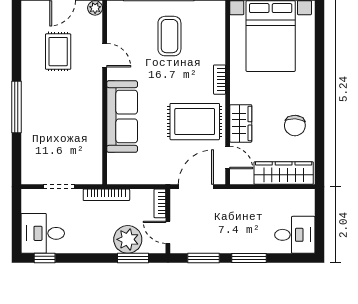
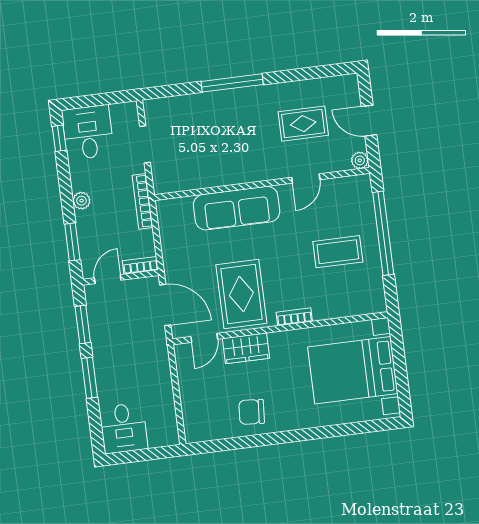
wardrobe: (284, 173) -> (194, 406), removed
plant: (128, 239) -> (82, 201), moved, width x0.53, depth x0.53

